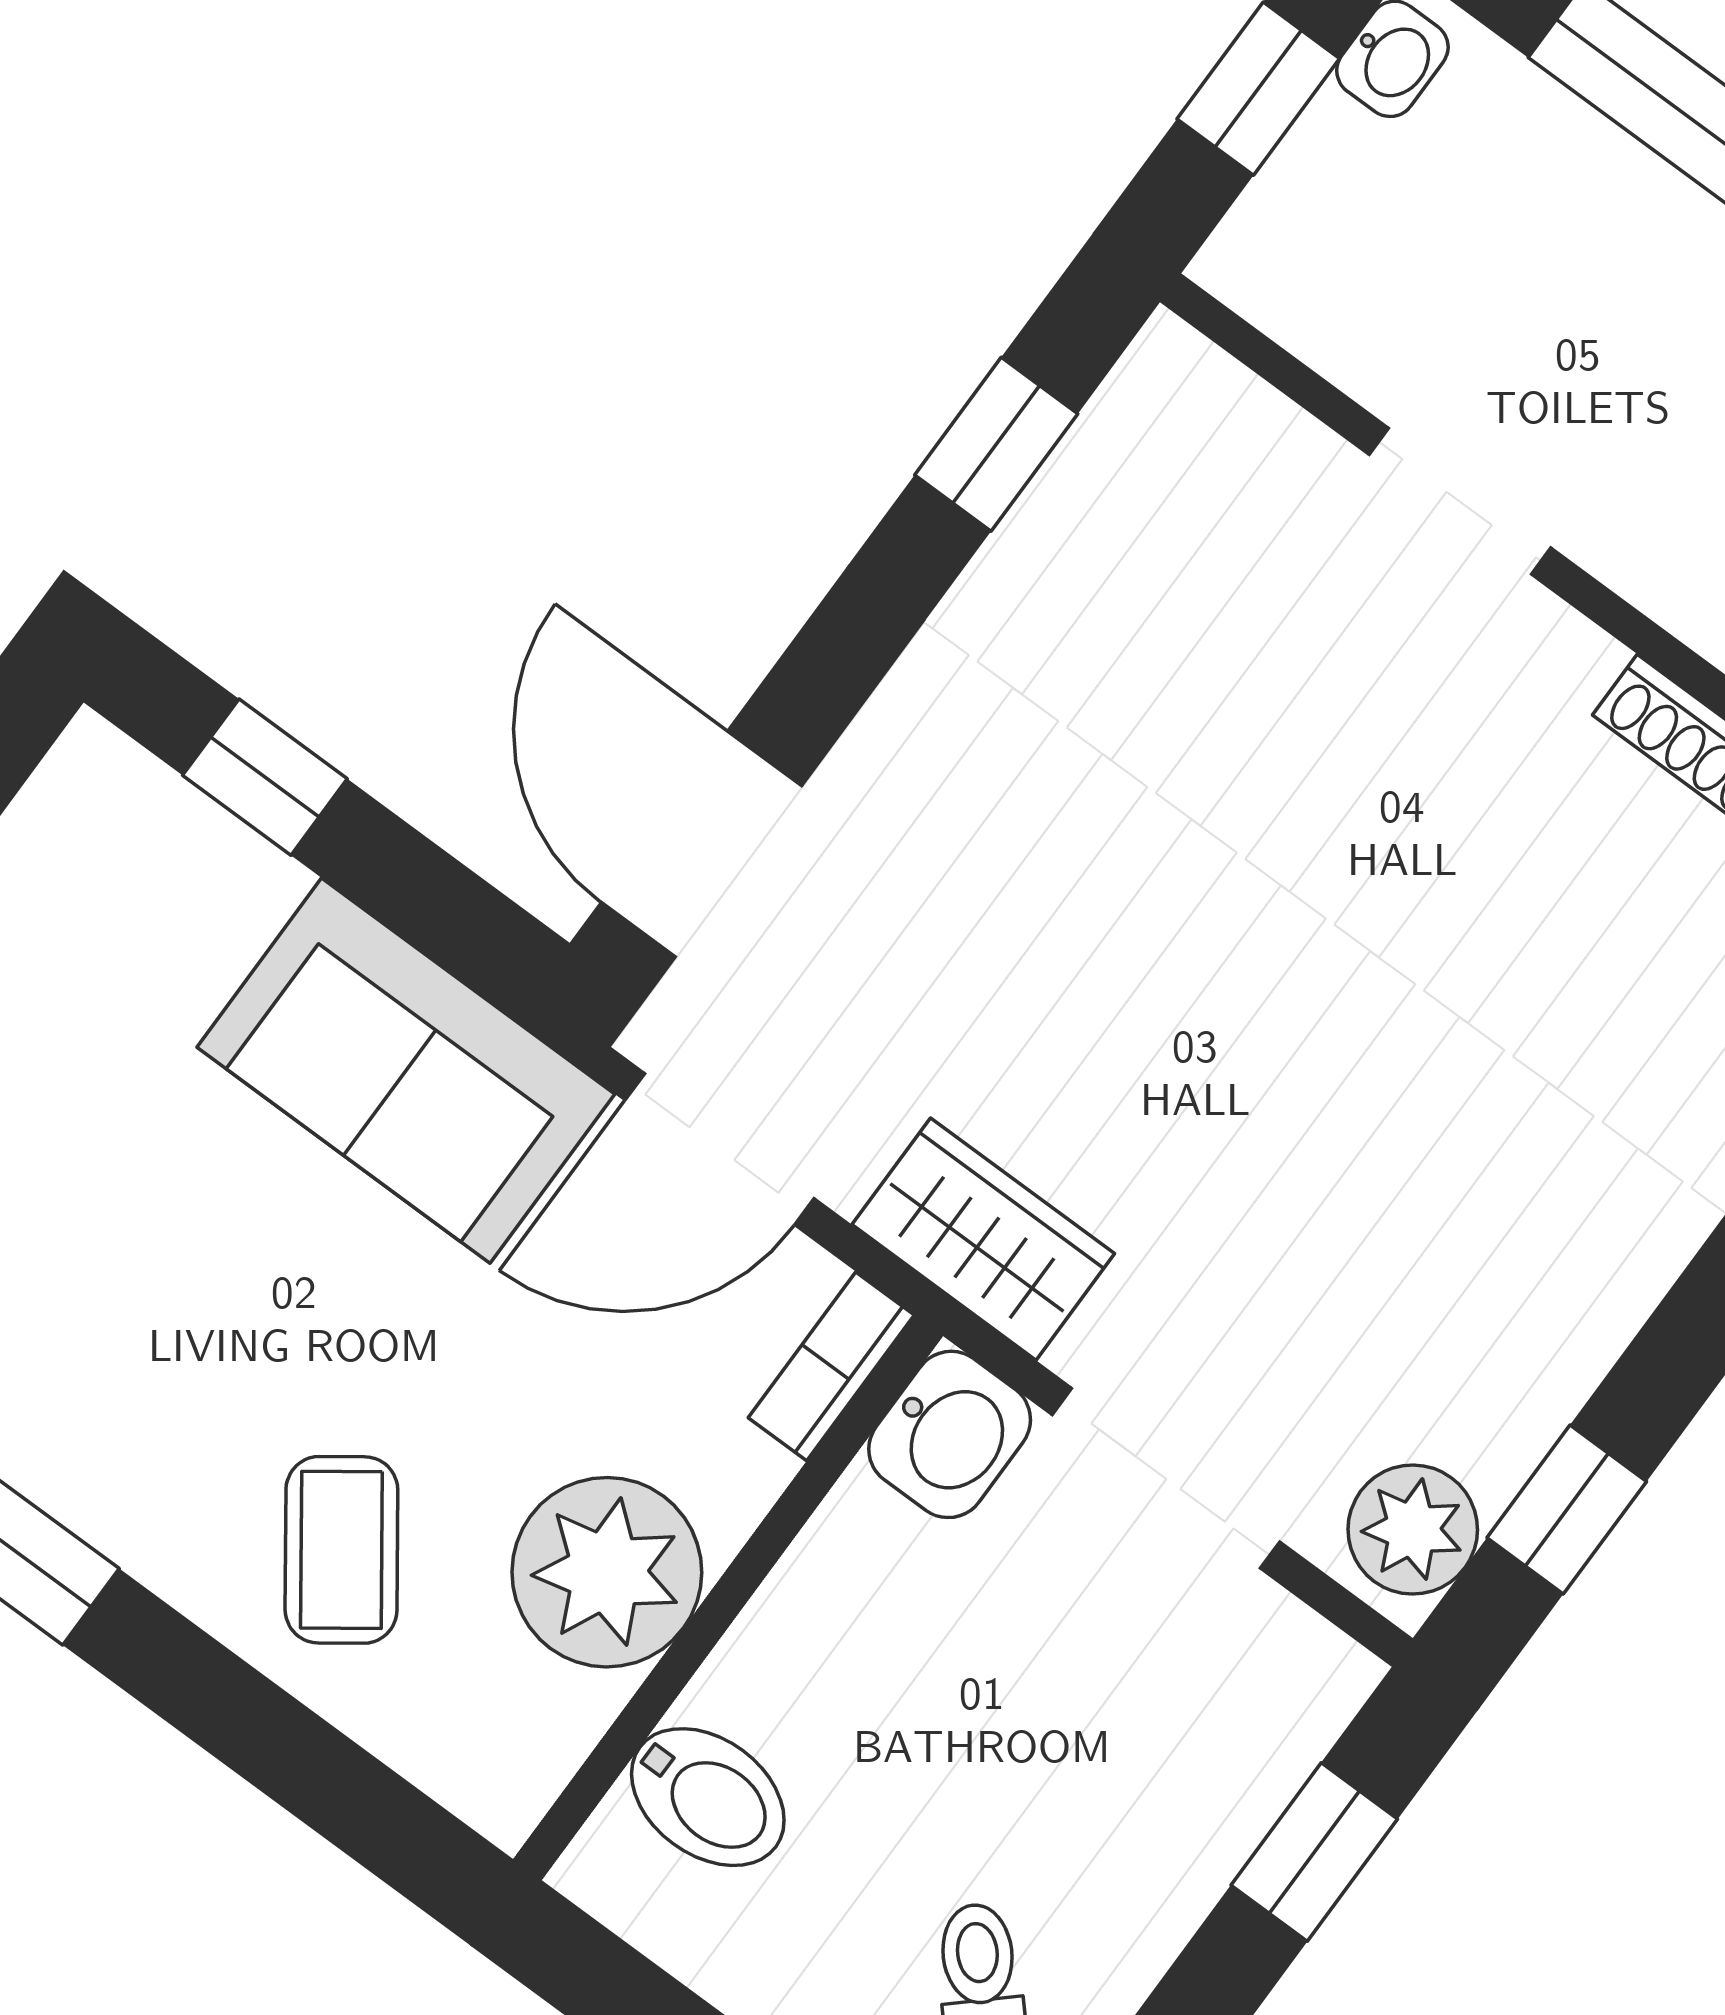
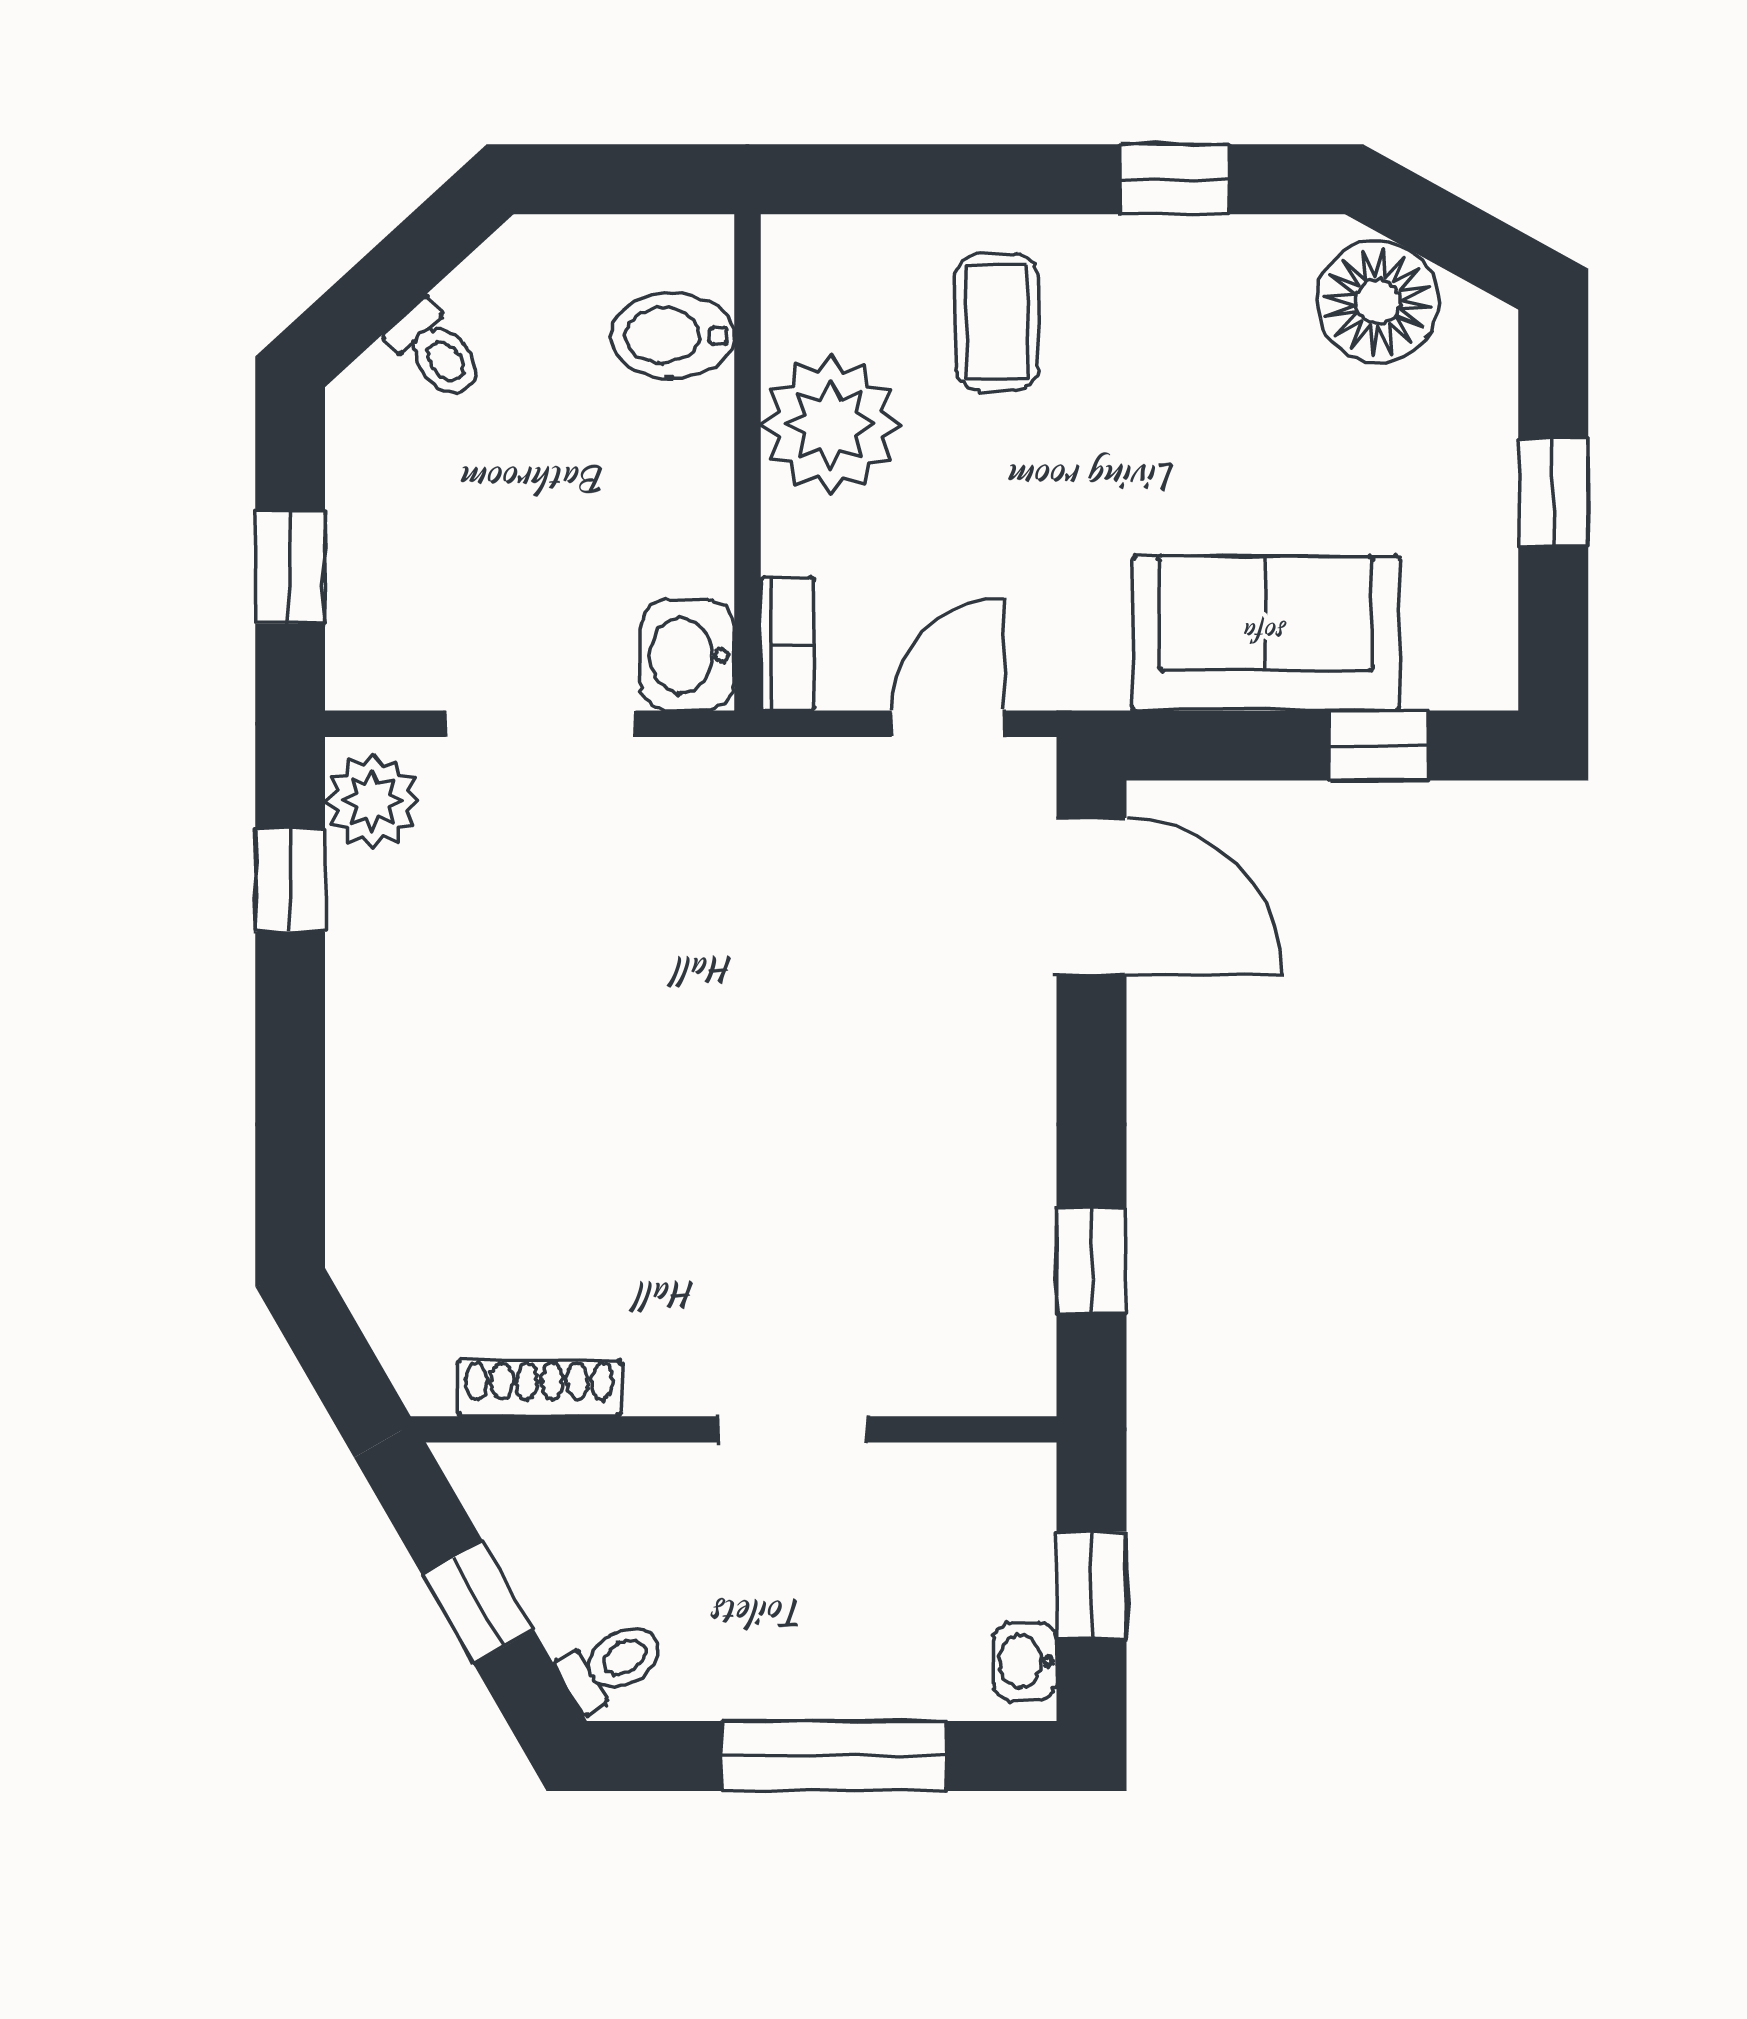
sofa: (406, 1071) -> (1266, 633), moved
door: (720, 1149) -> (948, 724), width x0.73
wardrobe: (983, 1239) -> (753, 786), removed
coffee table: (341, 1550) -> (997, 322), turned 36

